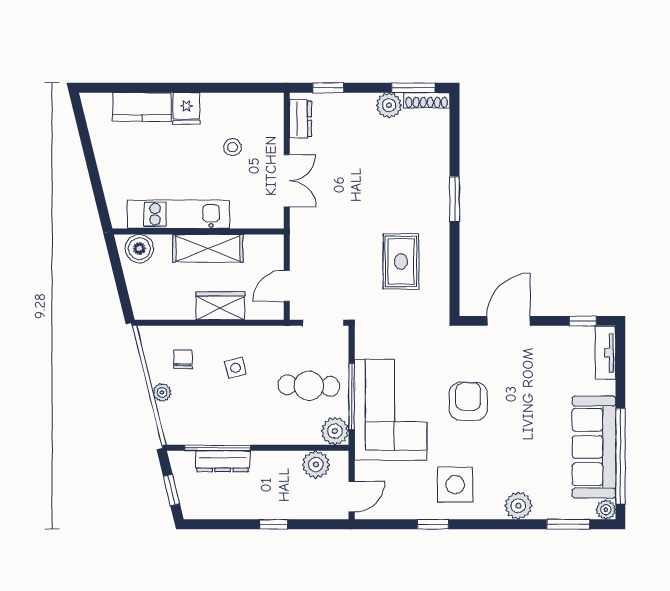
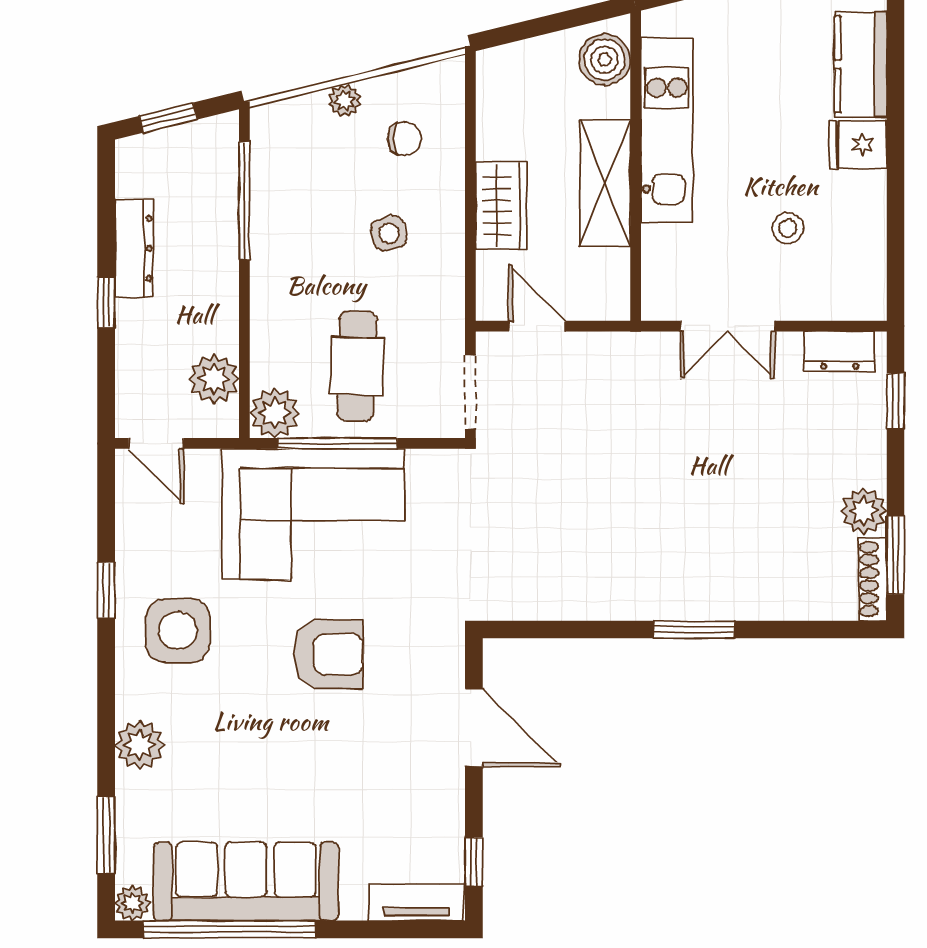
rug: (401, 262) -> (581, 533), removed
dresser: (223, 461) -> (134, 248), moved, turned 180

